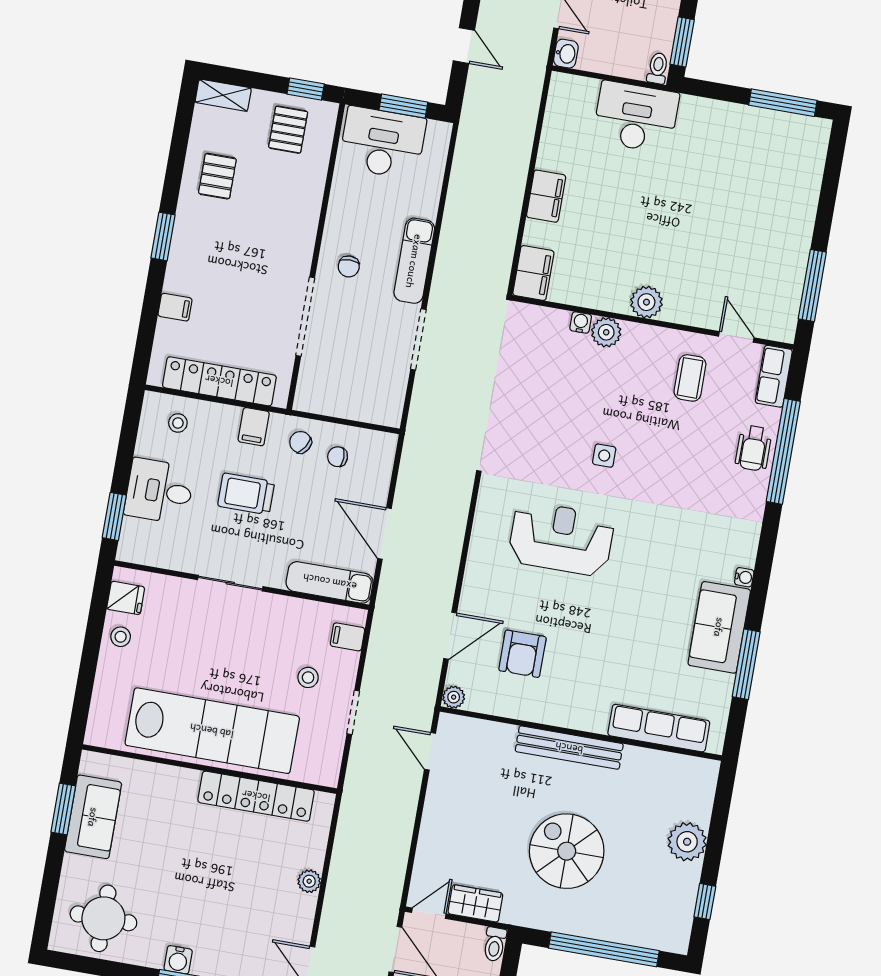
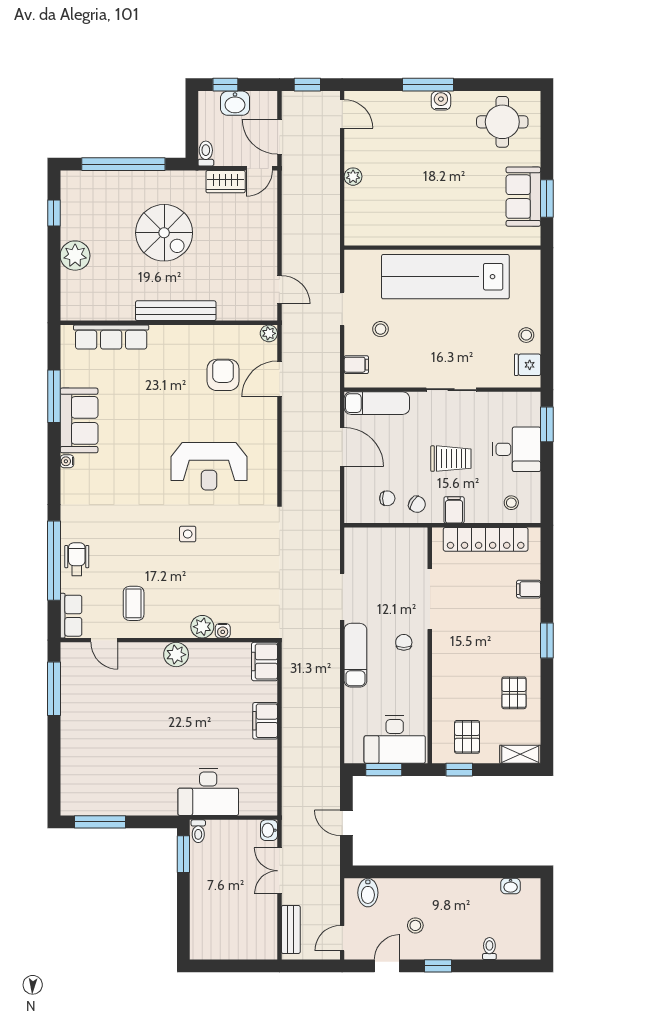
locker: (256, 796) -> (404, 233), removed

